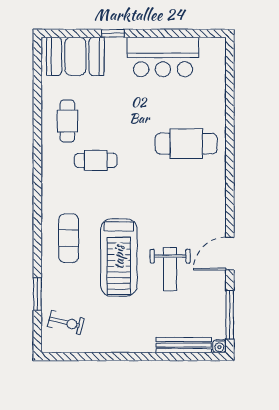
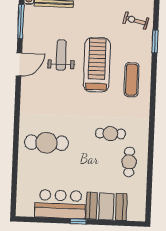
window: (113, 33) -> (78, 221), moved
booth: (75, 56) -> (106, 206), moved

